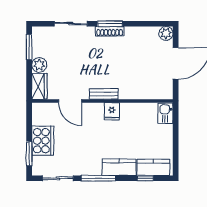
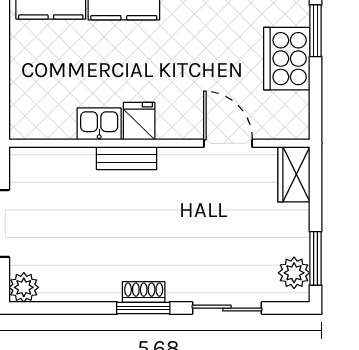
shoe rack: (110, 31) -> (144, 292), width x0.70
plant: (39, 65) -> (294, 273), moved
bench: (104, 94) -> (127, 158), moved
kitchen sink: (165, 113) -> (99, 124), moved, turned -90

